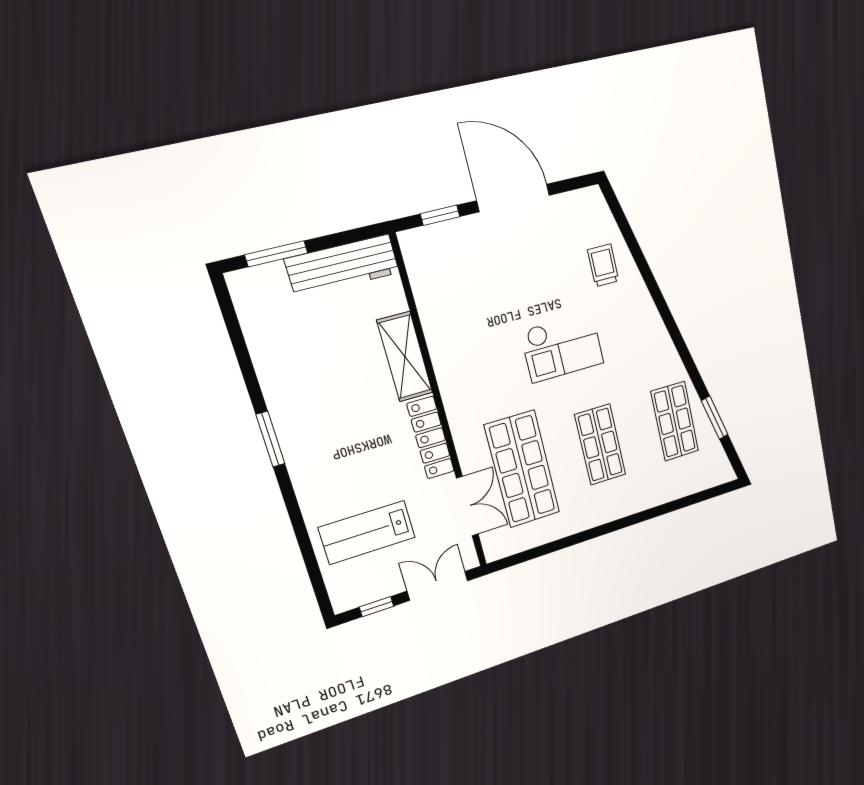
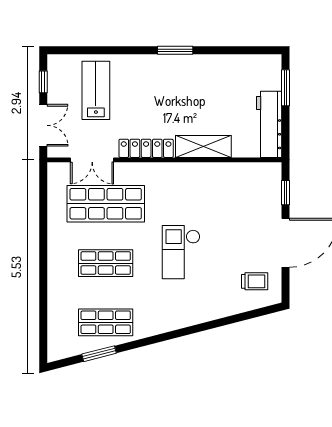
trolley: (603, 265) -> (255, 281), moved

